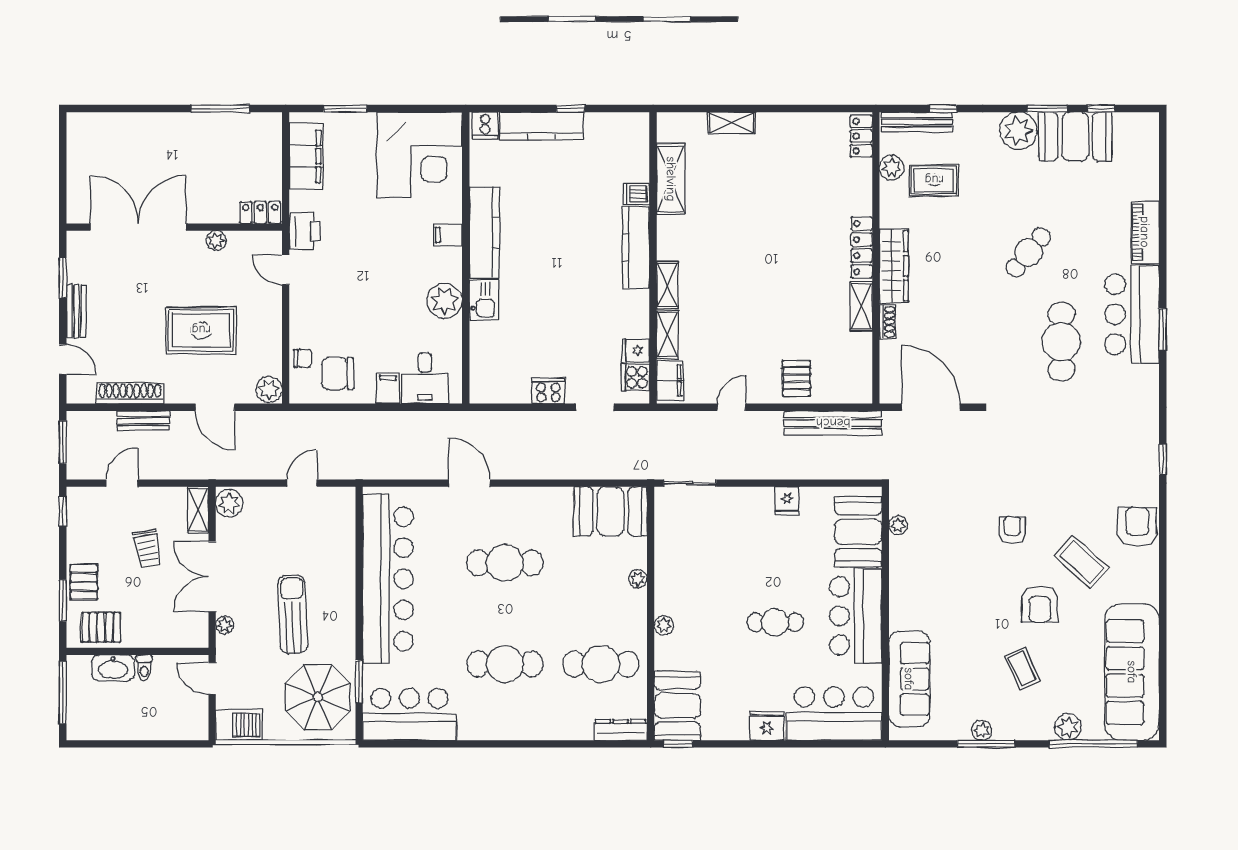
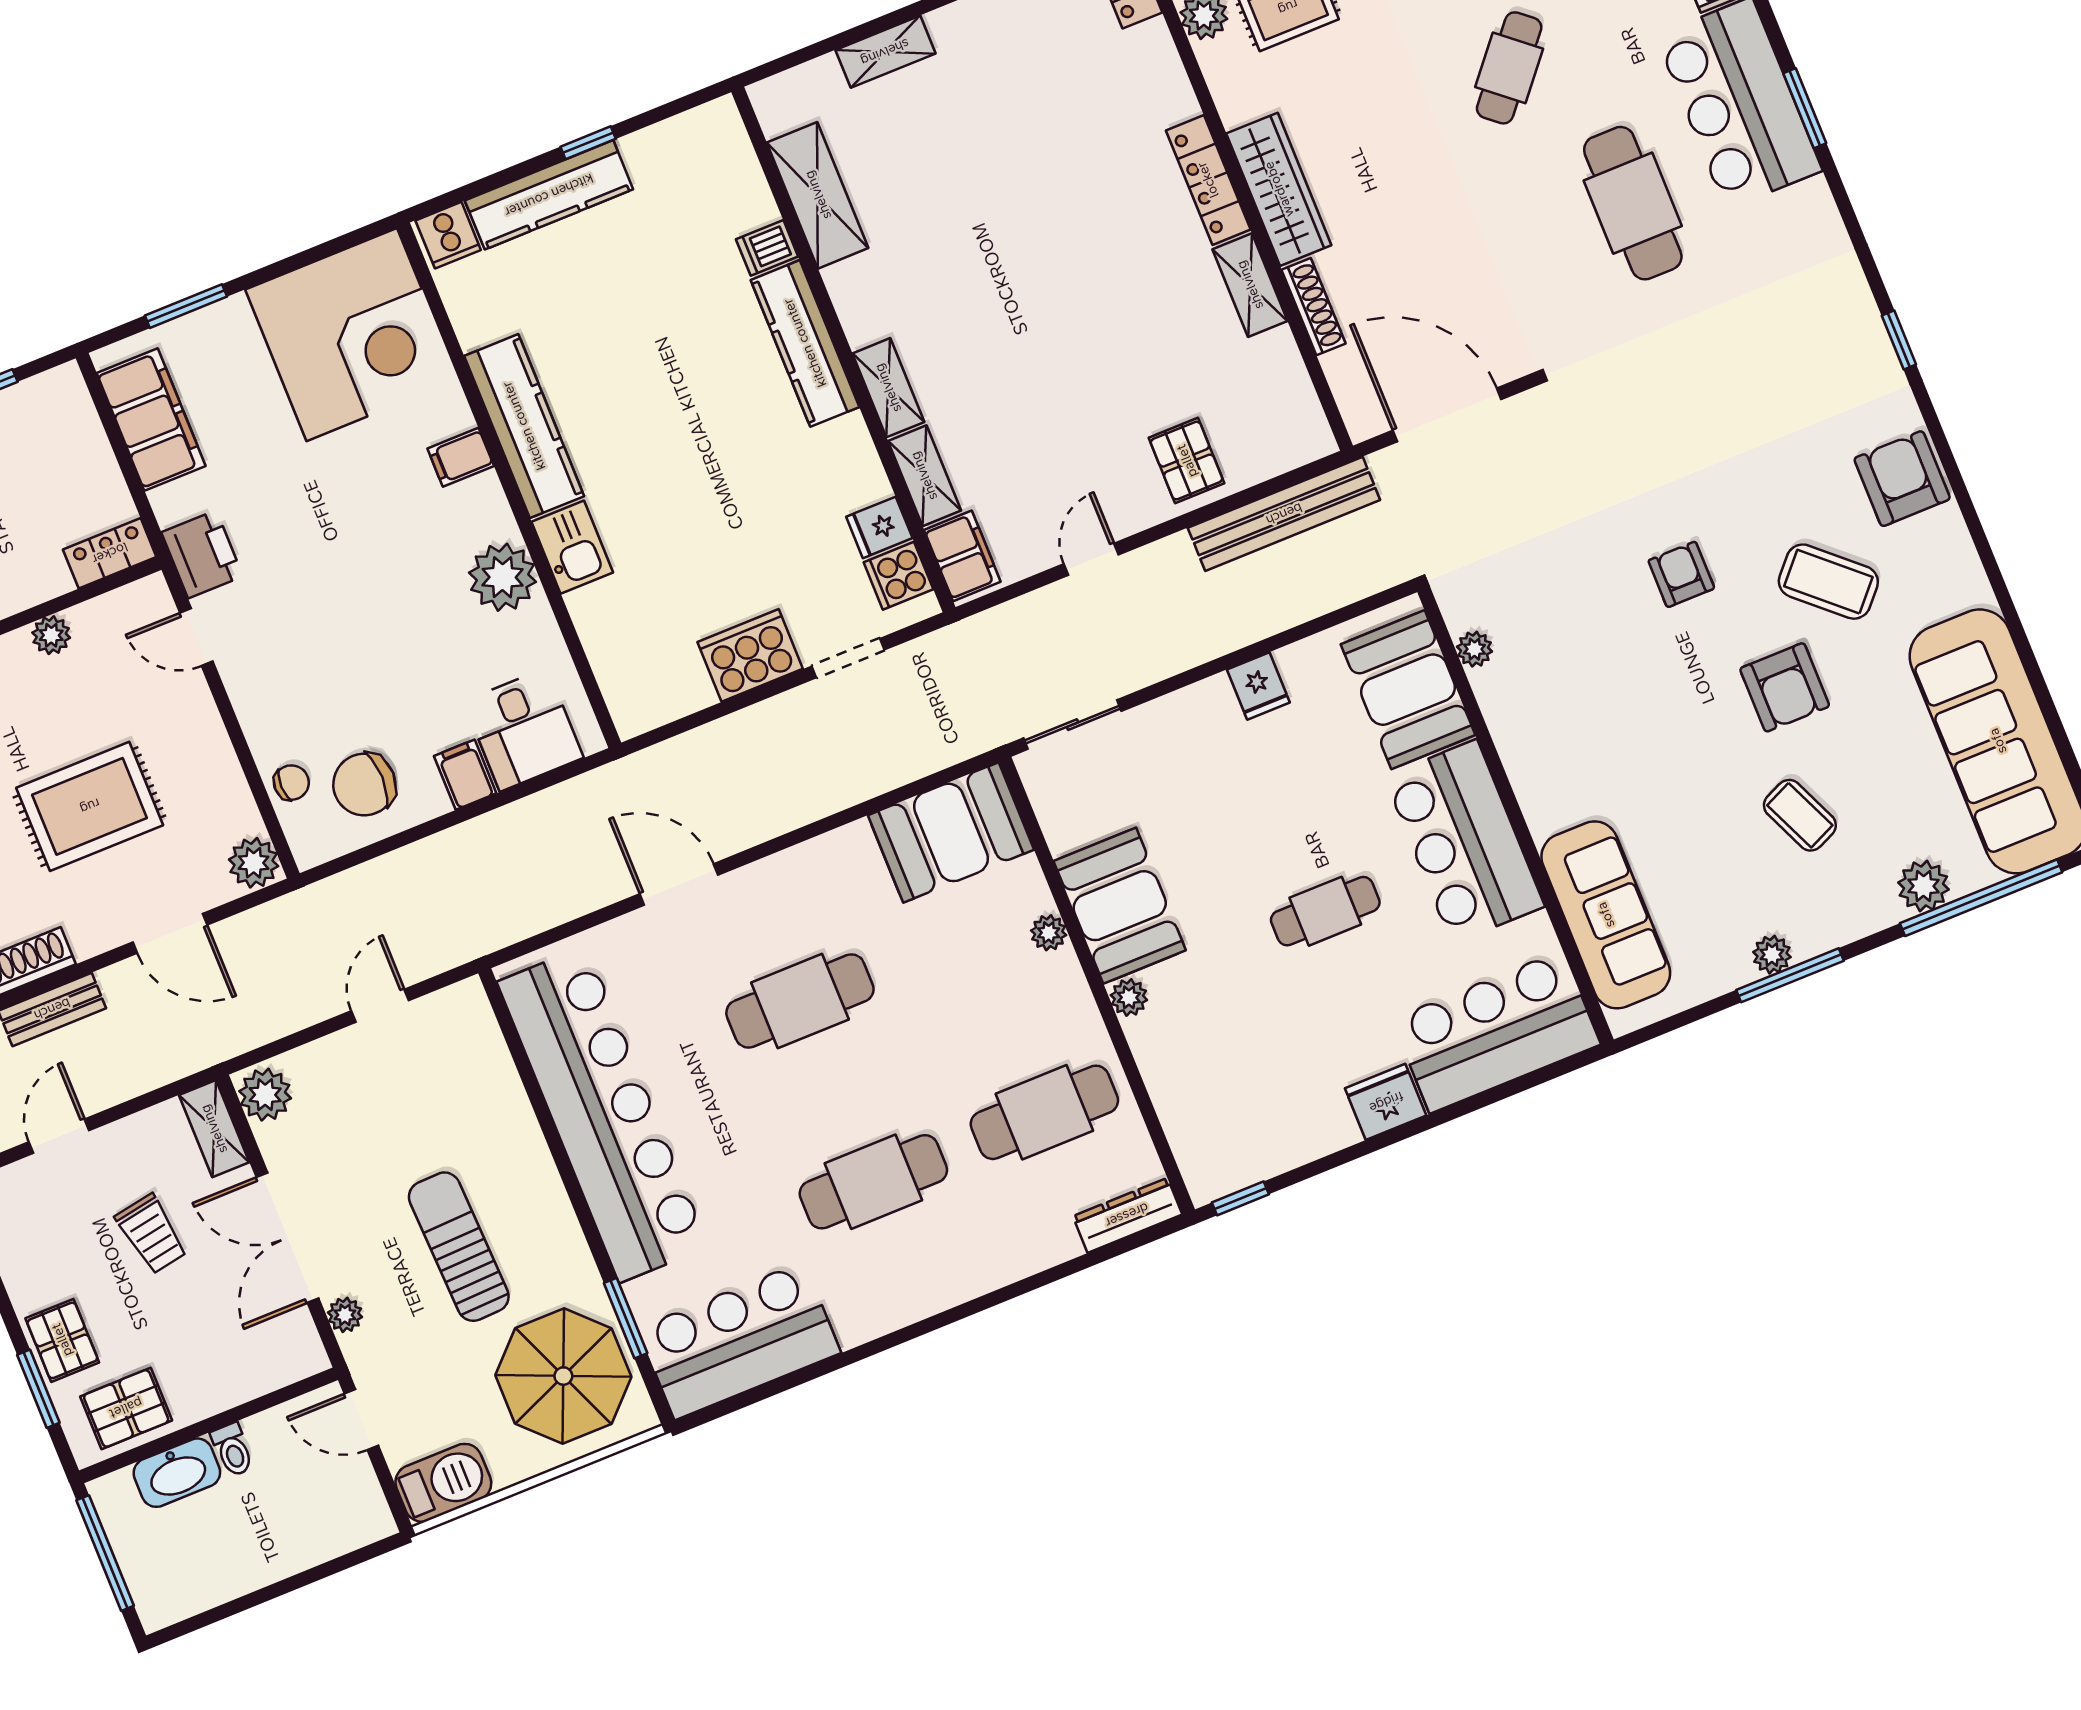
shoe rack: (888, 322) -> (1314, 307), width x1.43
cooker: (548, 391) -> (750, 655), width x1.37, depth x1.31
booth: (677, 706) -> (1120, 906), moved

